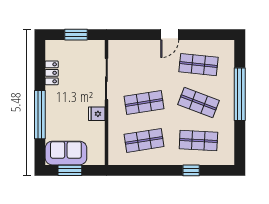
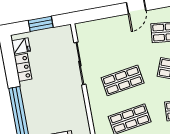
fridge: (97, 114) -> (21, 46), moved, turned 180

